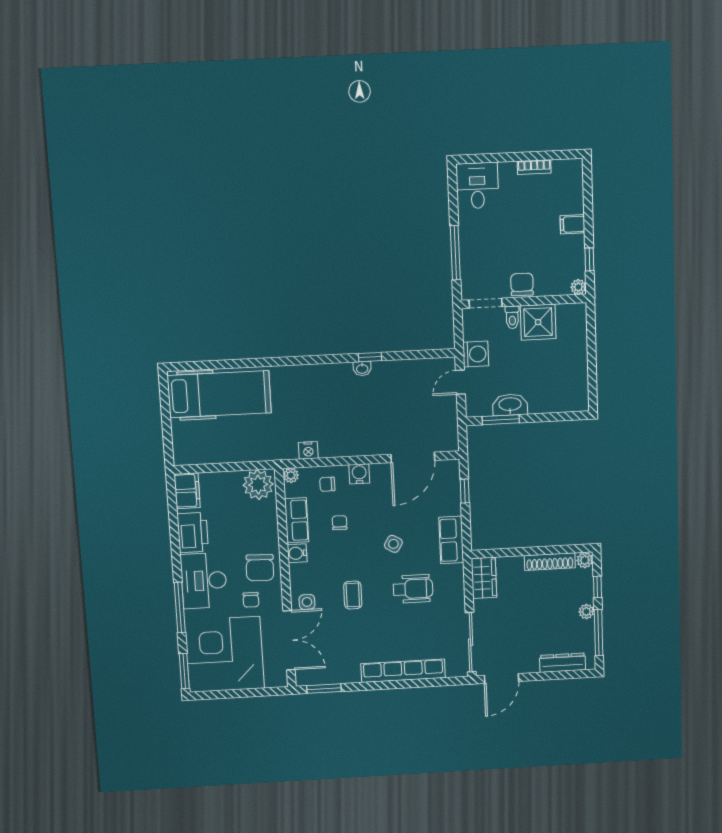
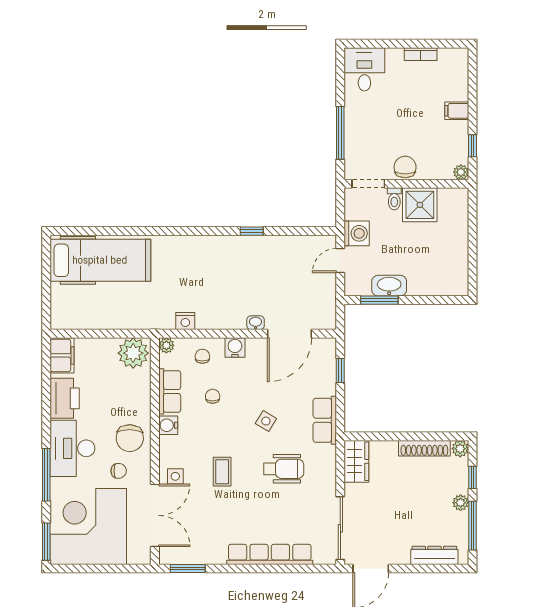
washbasin: (362, 369) -> (256, 323), moved, turned 180
chair: (327, 484) -> (202, 356), turned 90
chair: (251, 600) -> (119, 471), turned -90

